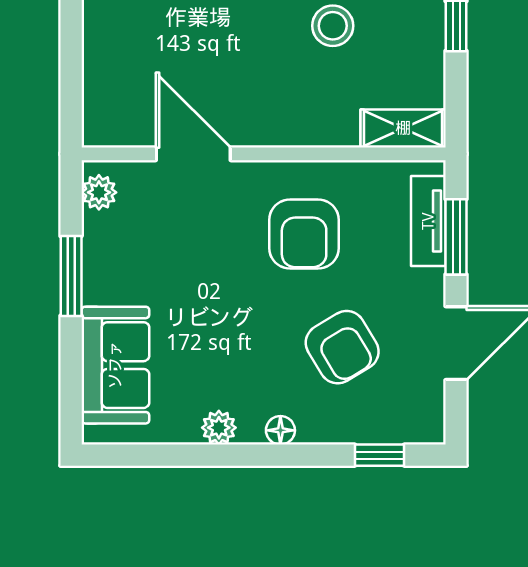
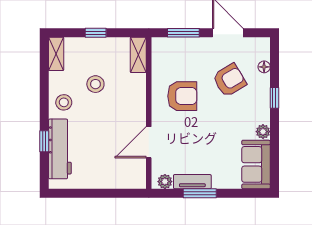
tv unit: (428, 221) -> (192, 182), moved, turned 180
sofa: (115, 365) -> (256, 164), moved, turned -90
floor lamp: (280, 430) -> (264, 67), moved
window: (379, 455) -> (274, 98), moved

